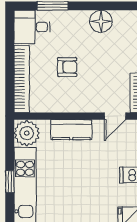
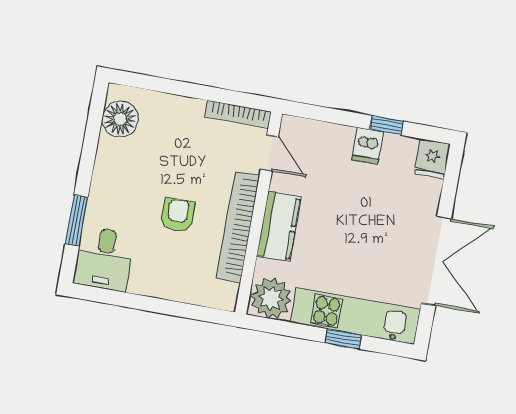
floor lamp: (101, 21) -> (120, 119), moved
bookcase: (22, 79) -> (238, 227), moved, turned -90

